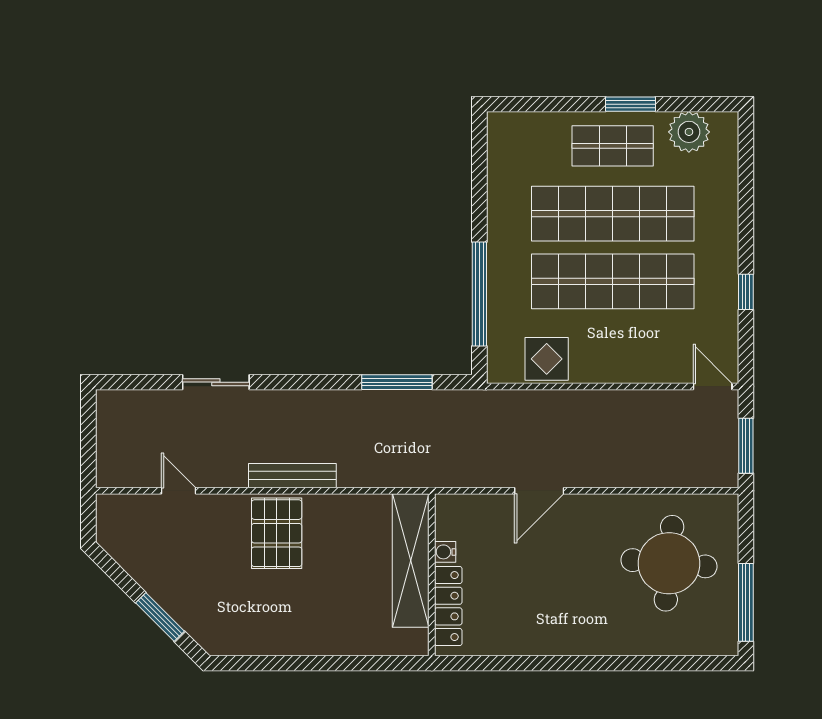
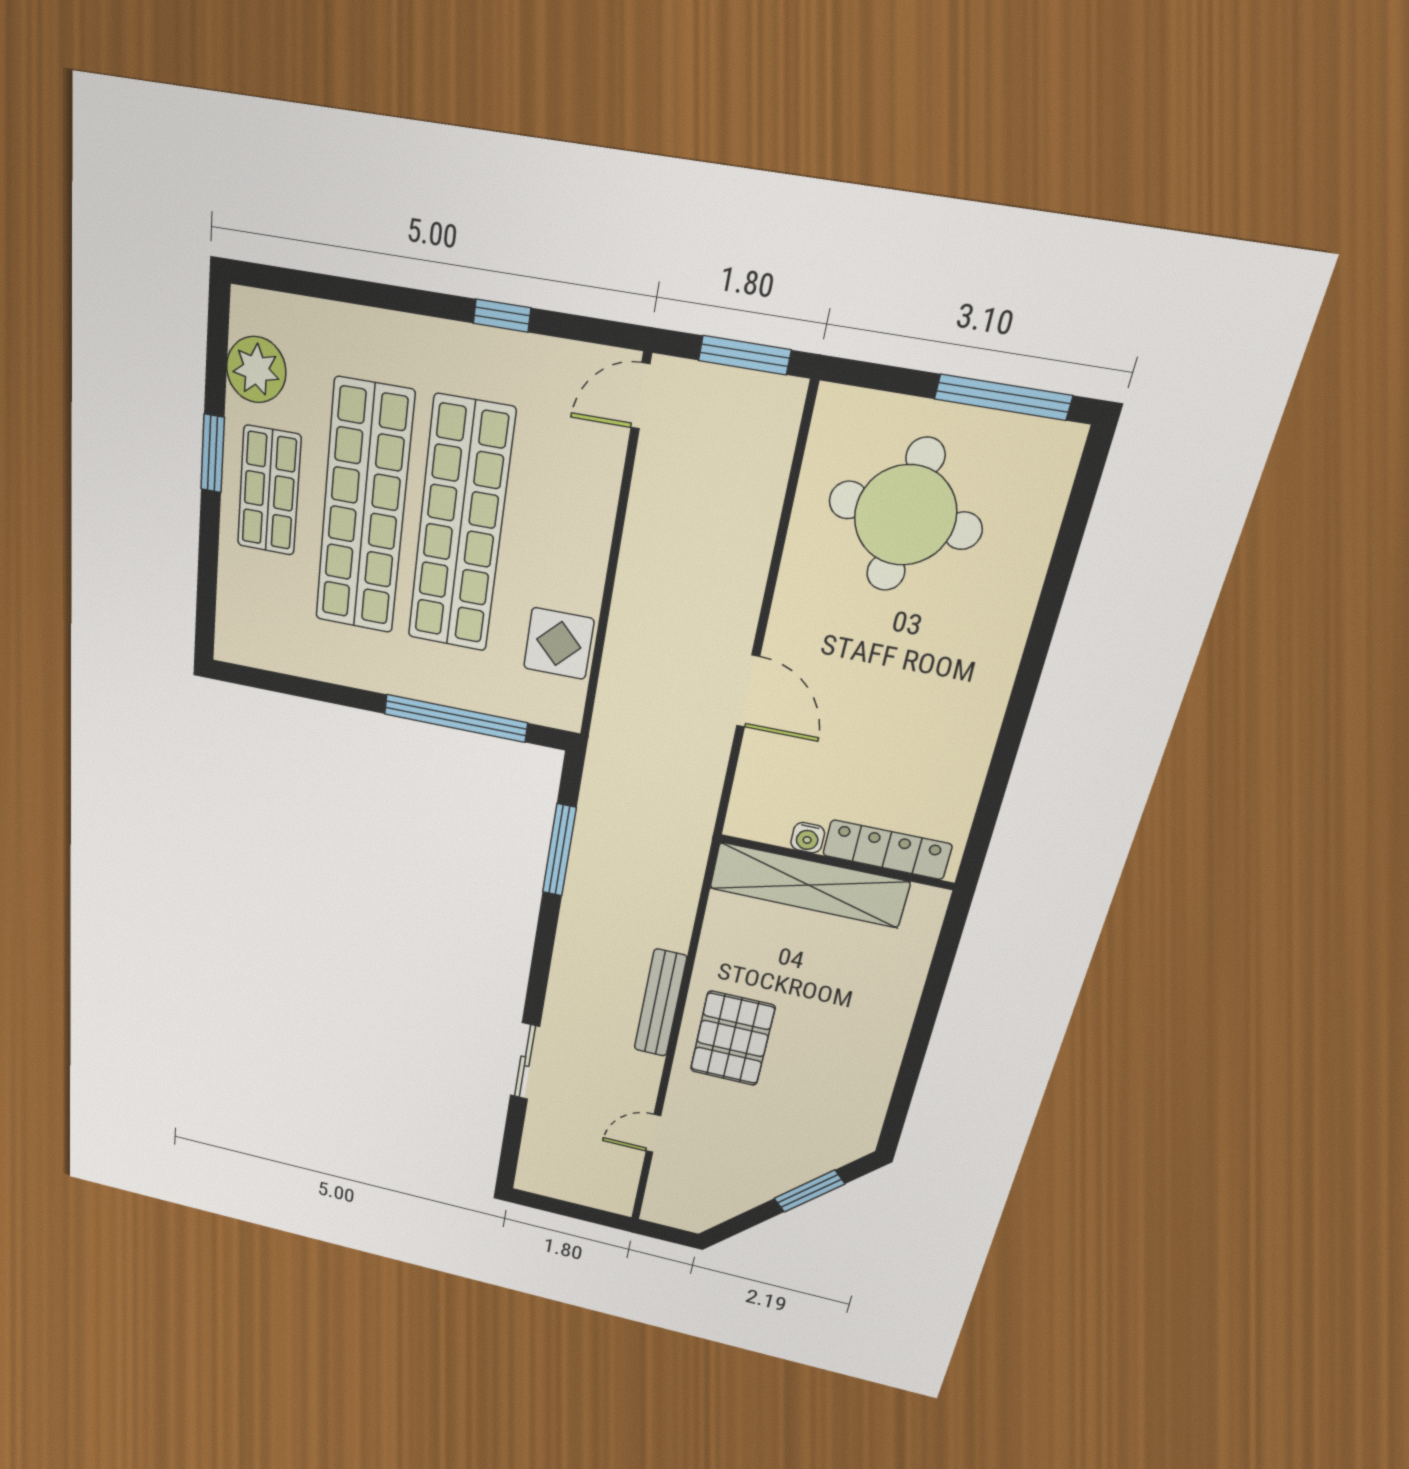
pallet: (277, 533) -> (732, 1038), turned 90

